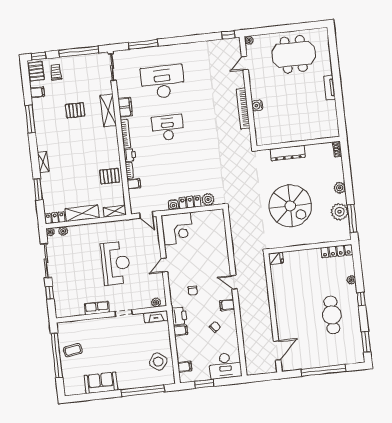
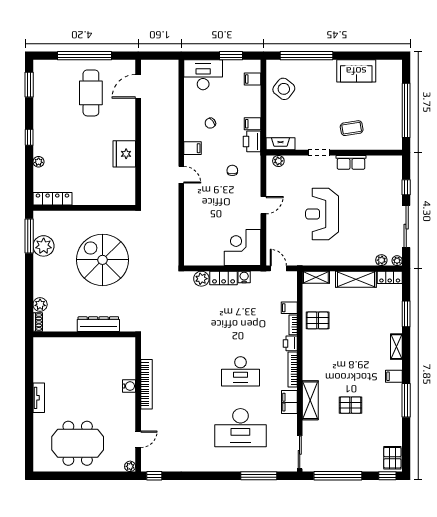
trolley: (56, 72) -> (369, 454), removed
filing cabinet: (37, 92) -> (394, 376), moved
plant: (340, 188) -> (40, 304), moved
fridge: (276, 258) -> (124, 154), moved, width x1.88, depth x1.34
cafe table: (332, 315) -> (91, 93), moved
coffee table: (73, 350) -> (352, 128), moved

